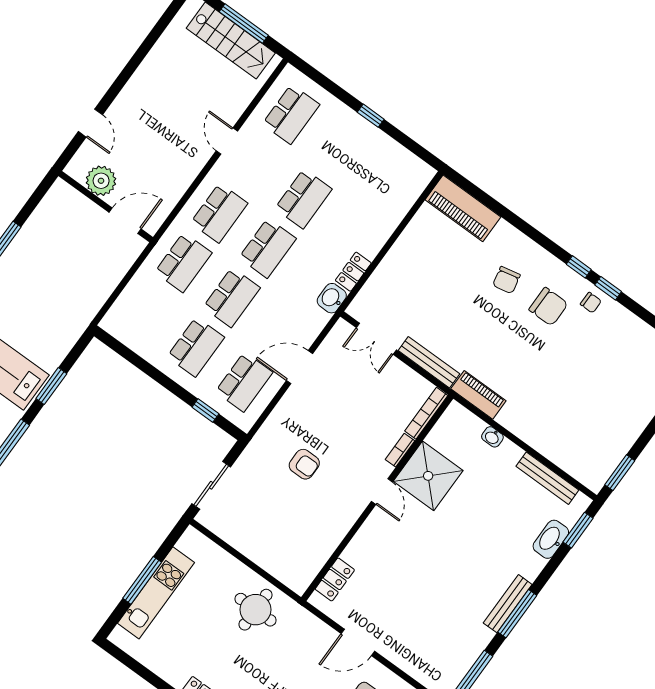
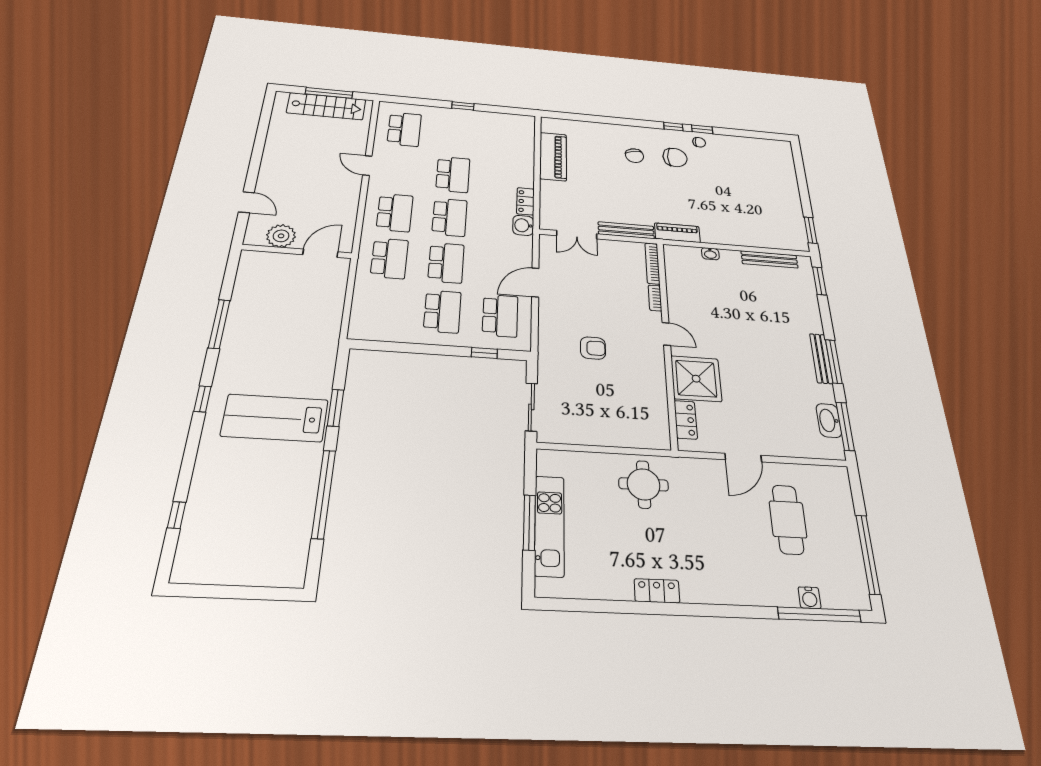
piano: (463, 208) -> (553, 156), moved, turned -90
shower: (428, 476) -> (696, 379), moved
washbasin: (551, 539) -> (829, 420), moved

